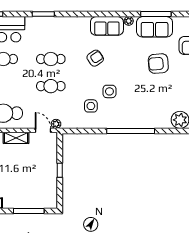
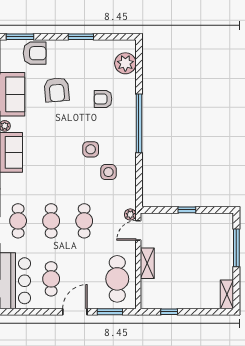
cafe table: (51, 32) -> (18, 221), added
armchair: (95, 58) -> (103, 99), moved, turned -56

